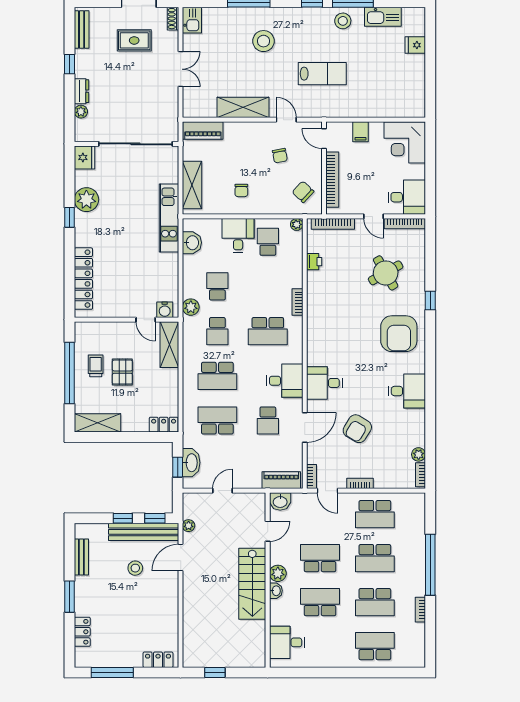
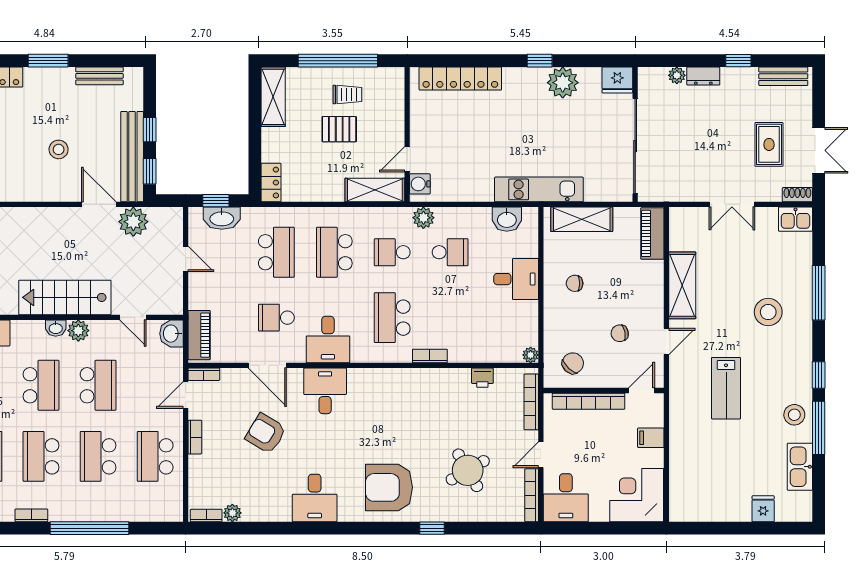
school desk: (268, 242) -> (508, 318), removed
plant: (189, 526) -> (133, 222), width x1.88, depth x1.88
stool: (135, 568) -> (59, 149), moved

